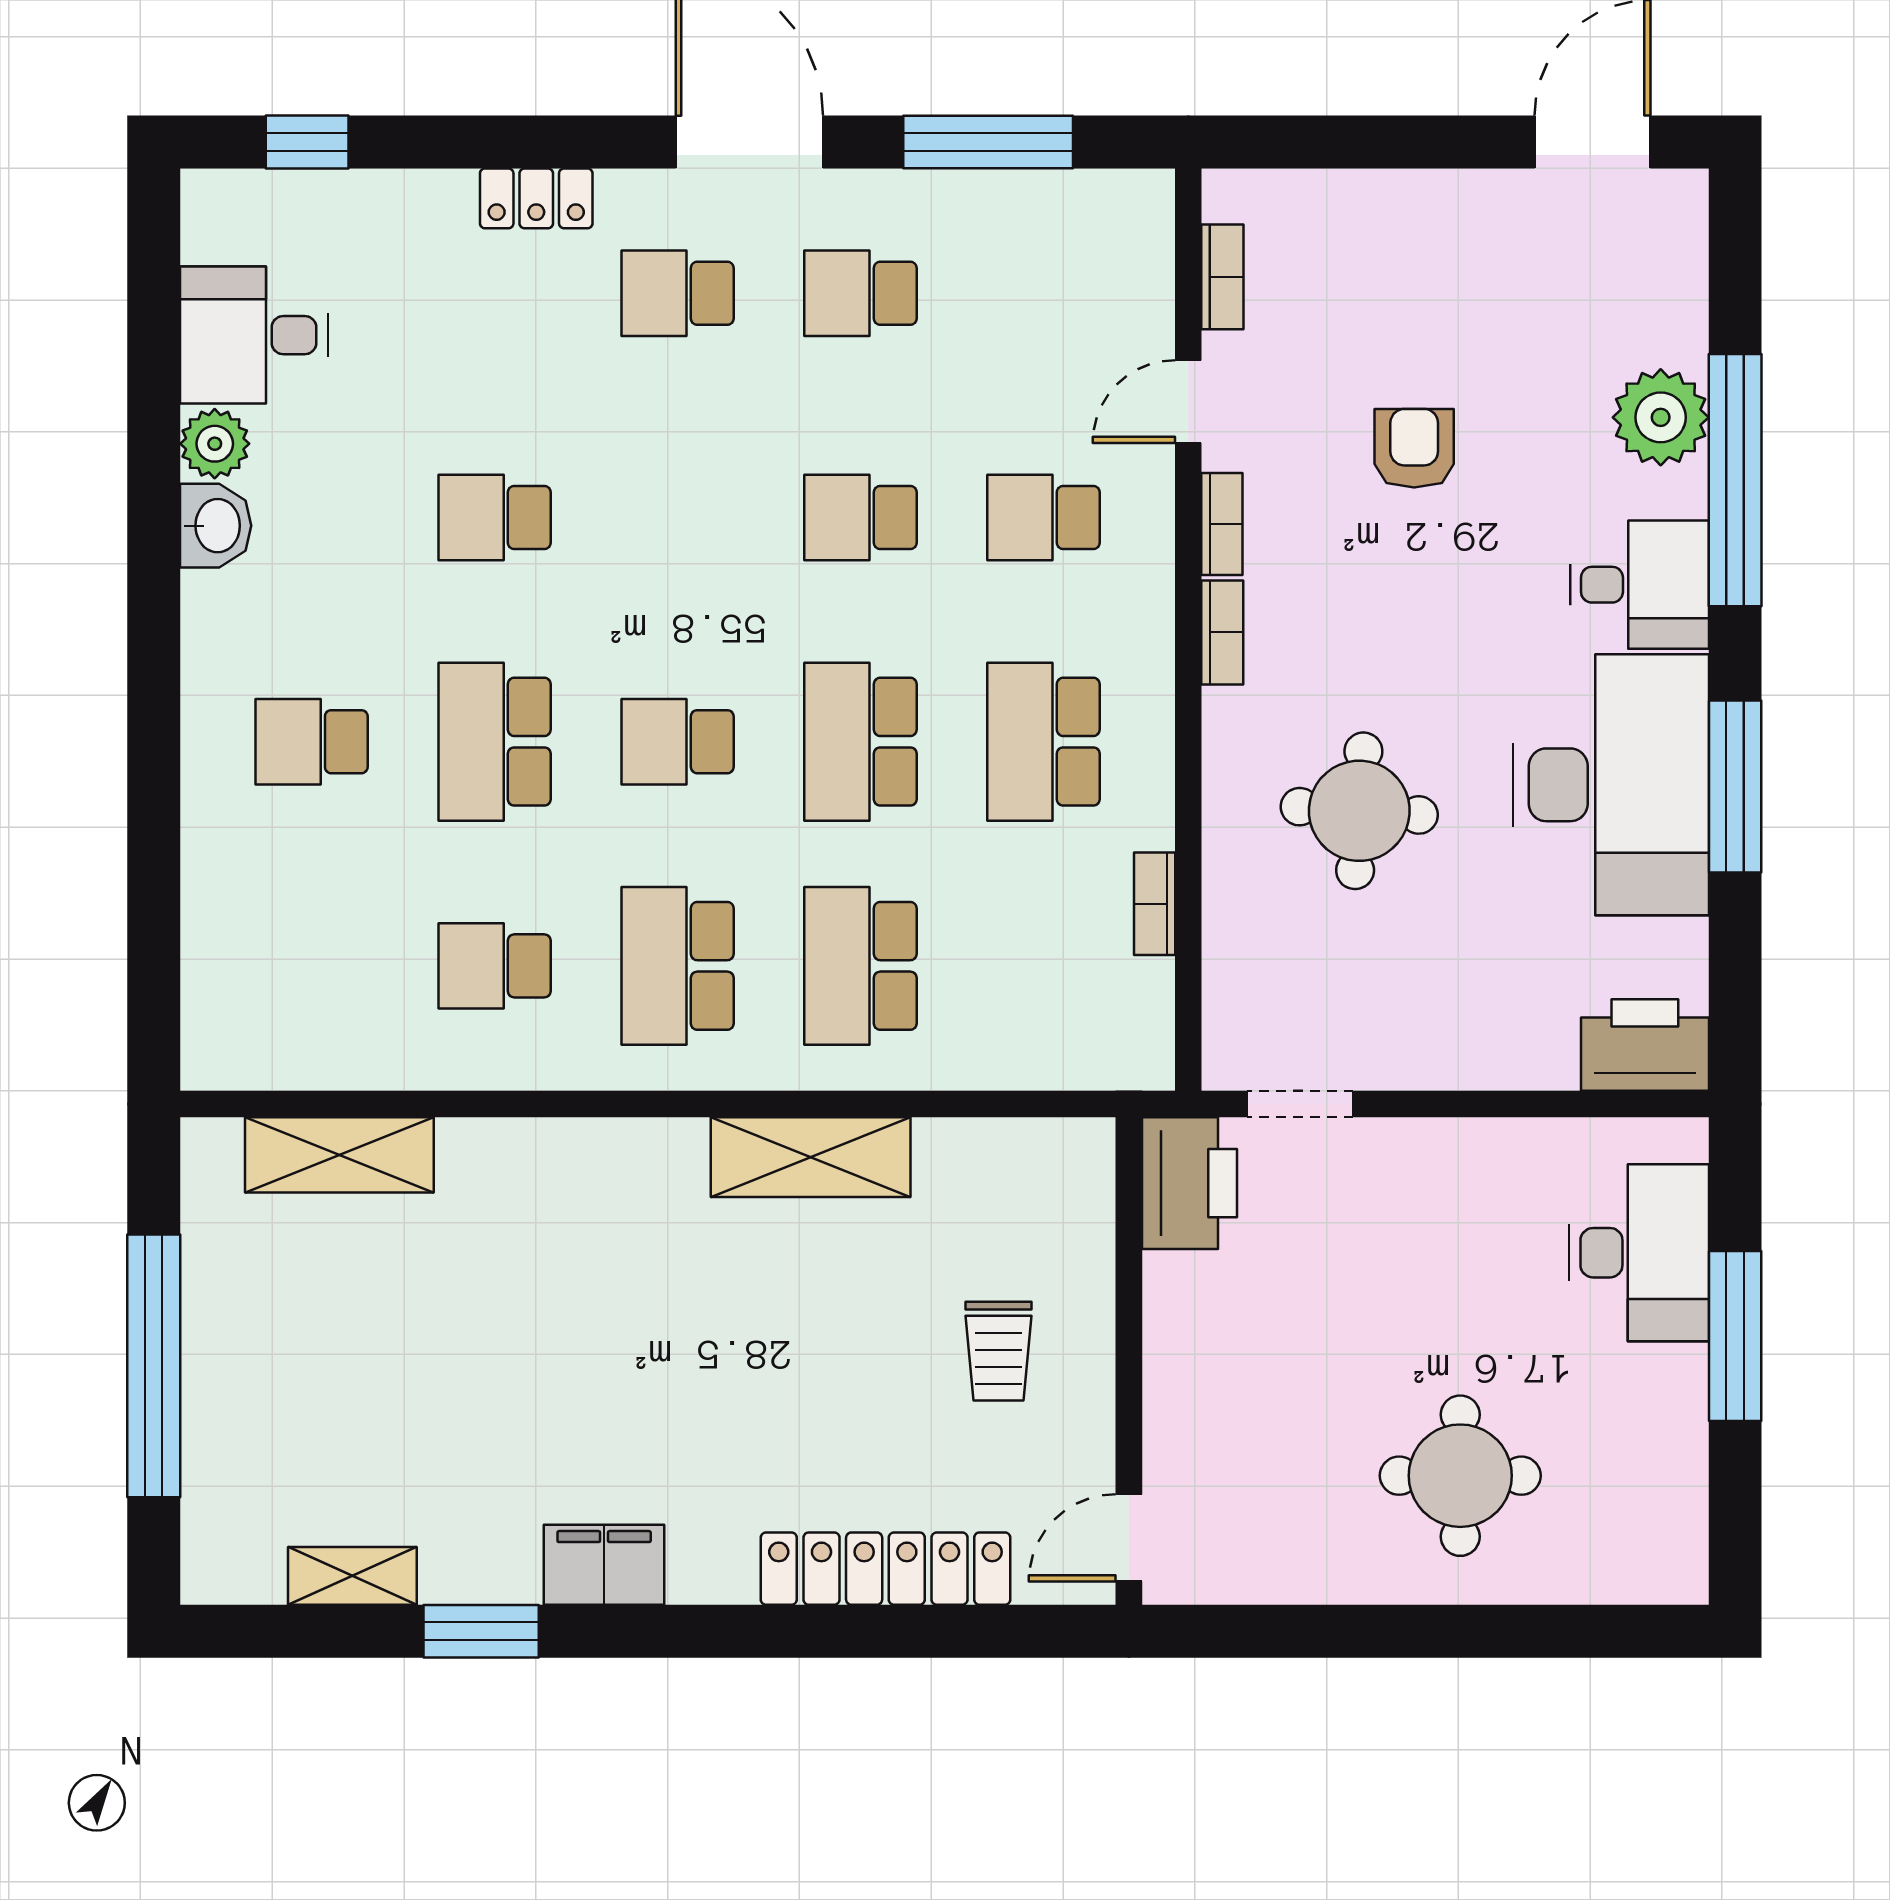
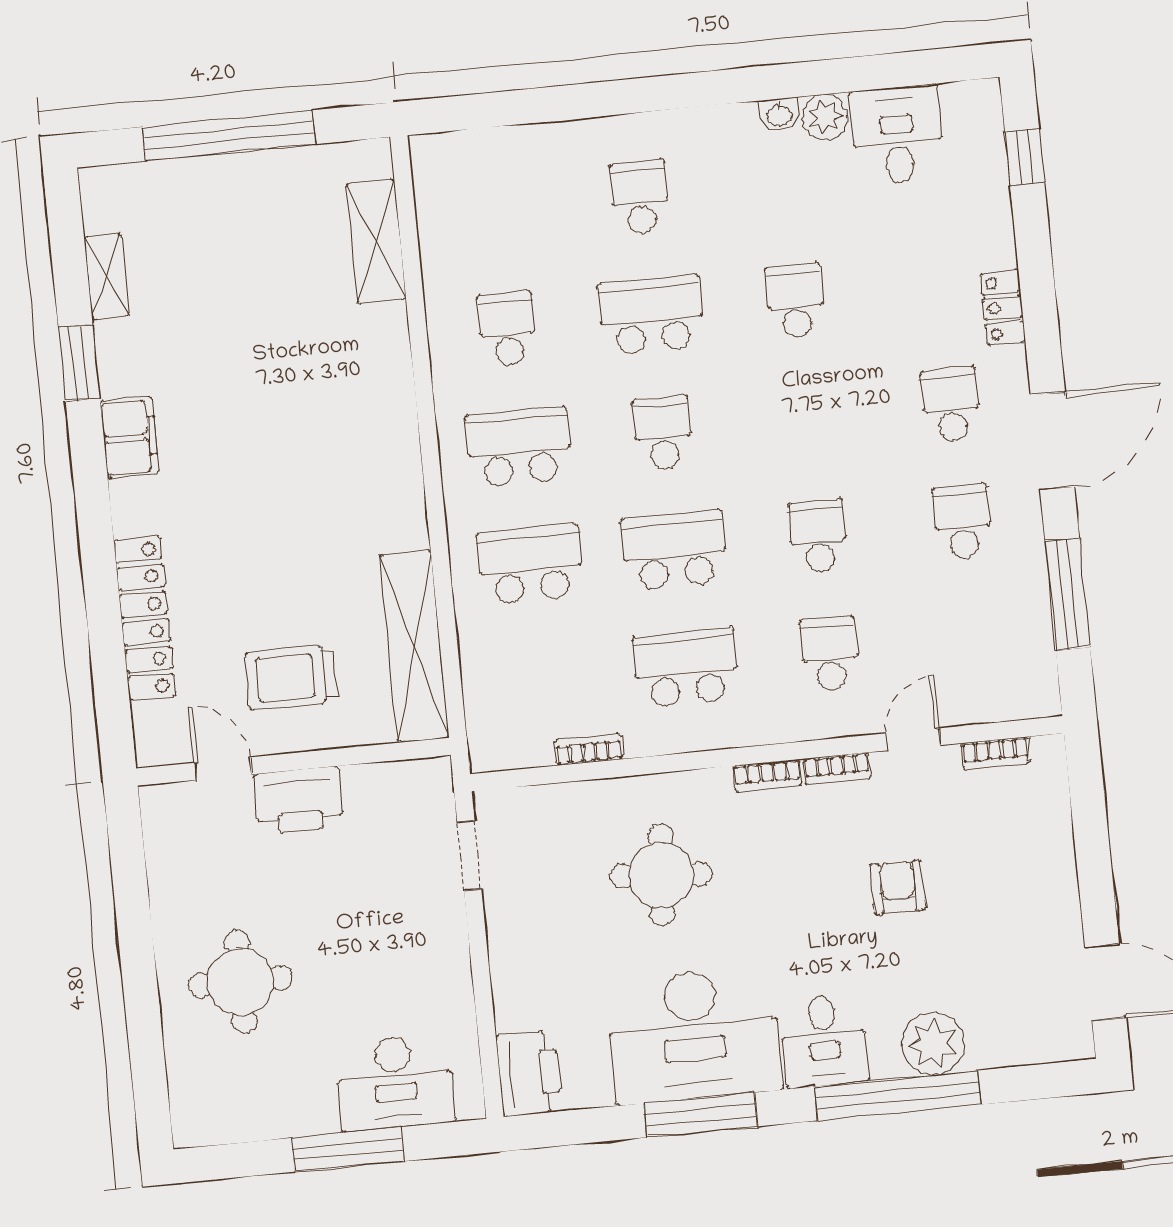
door: (1188, 402) -> (913, 739), hinge flipped
armchair: (1414, 448) -> (898, 887), turned -90
washbasin: (216, 526) -> (779, 115), width x0.72, depth x0.69
shelving: (811, 1157) -> (414, 646), moved, width x1.47
printer: (1189, 1183) -> (299, 800), moved
trolley: (999, 1351) -> (292, 677), width x1.36, depth x1.39
door: (1129, 1538) -> (223, 769), moved

